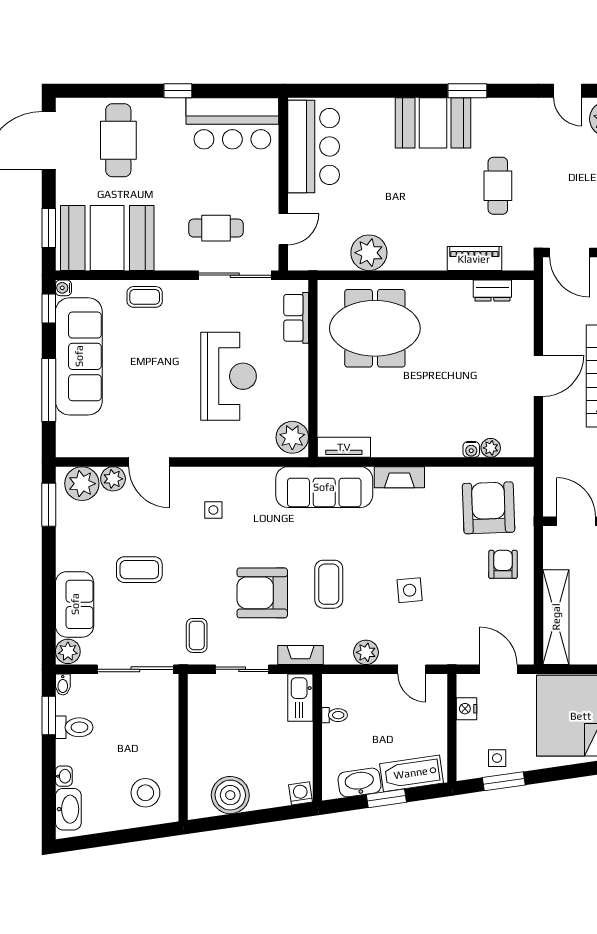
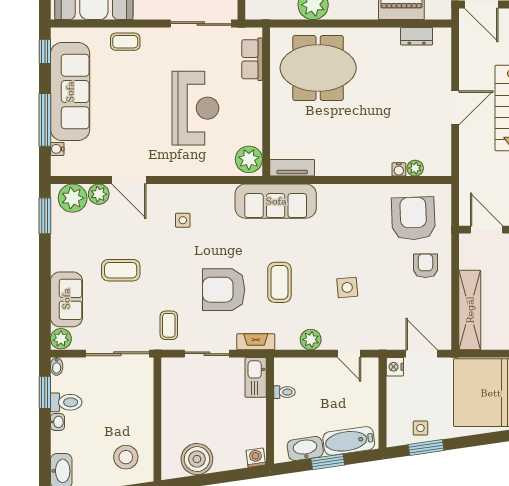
water cooler: (63, 288) -> (57, 149), moved
fireplace: (399, 477) -> (339, 193), removed
nightstand: (467, 709) -> (395, 367), moved
washbasin: (64, 776) -> (57, 422), moved

